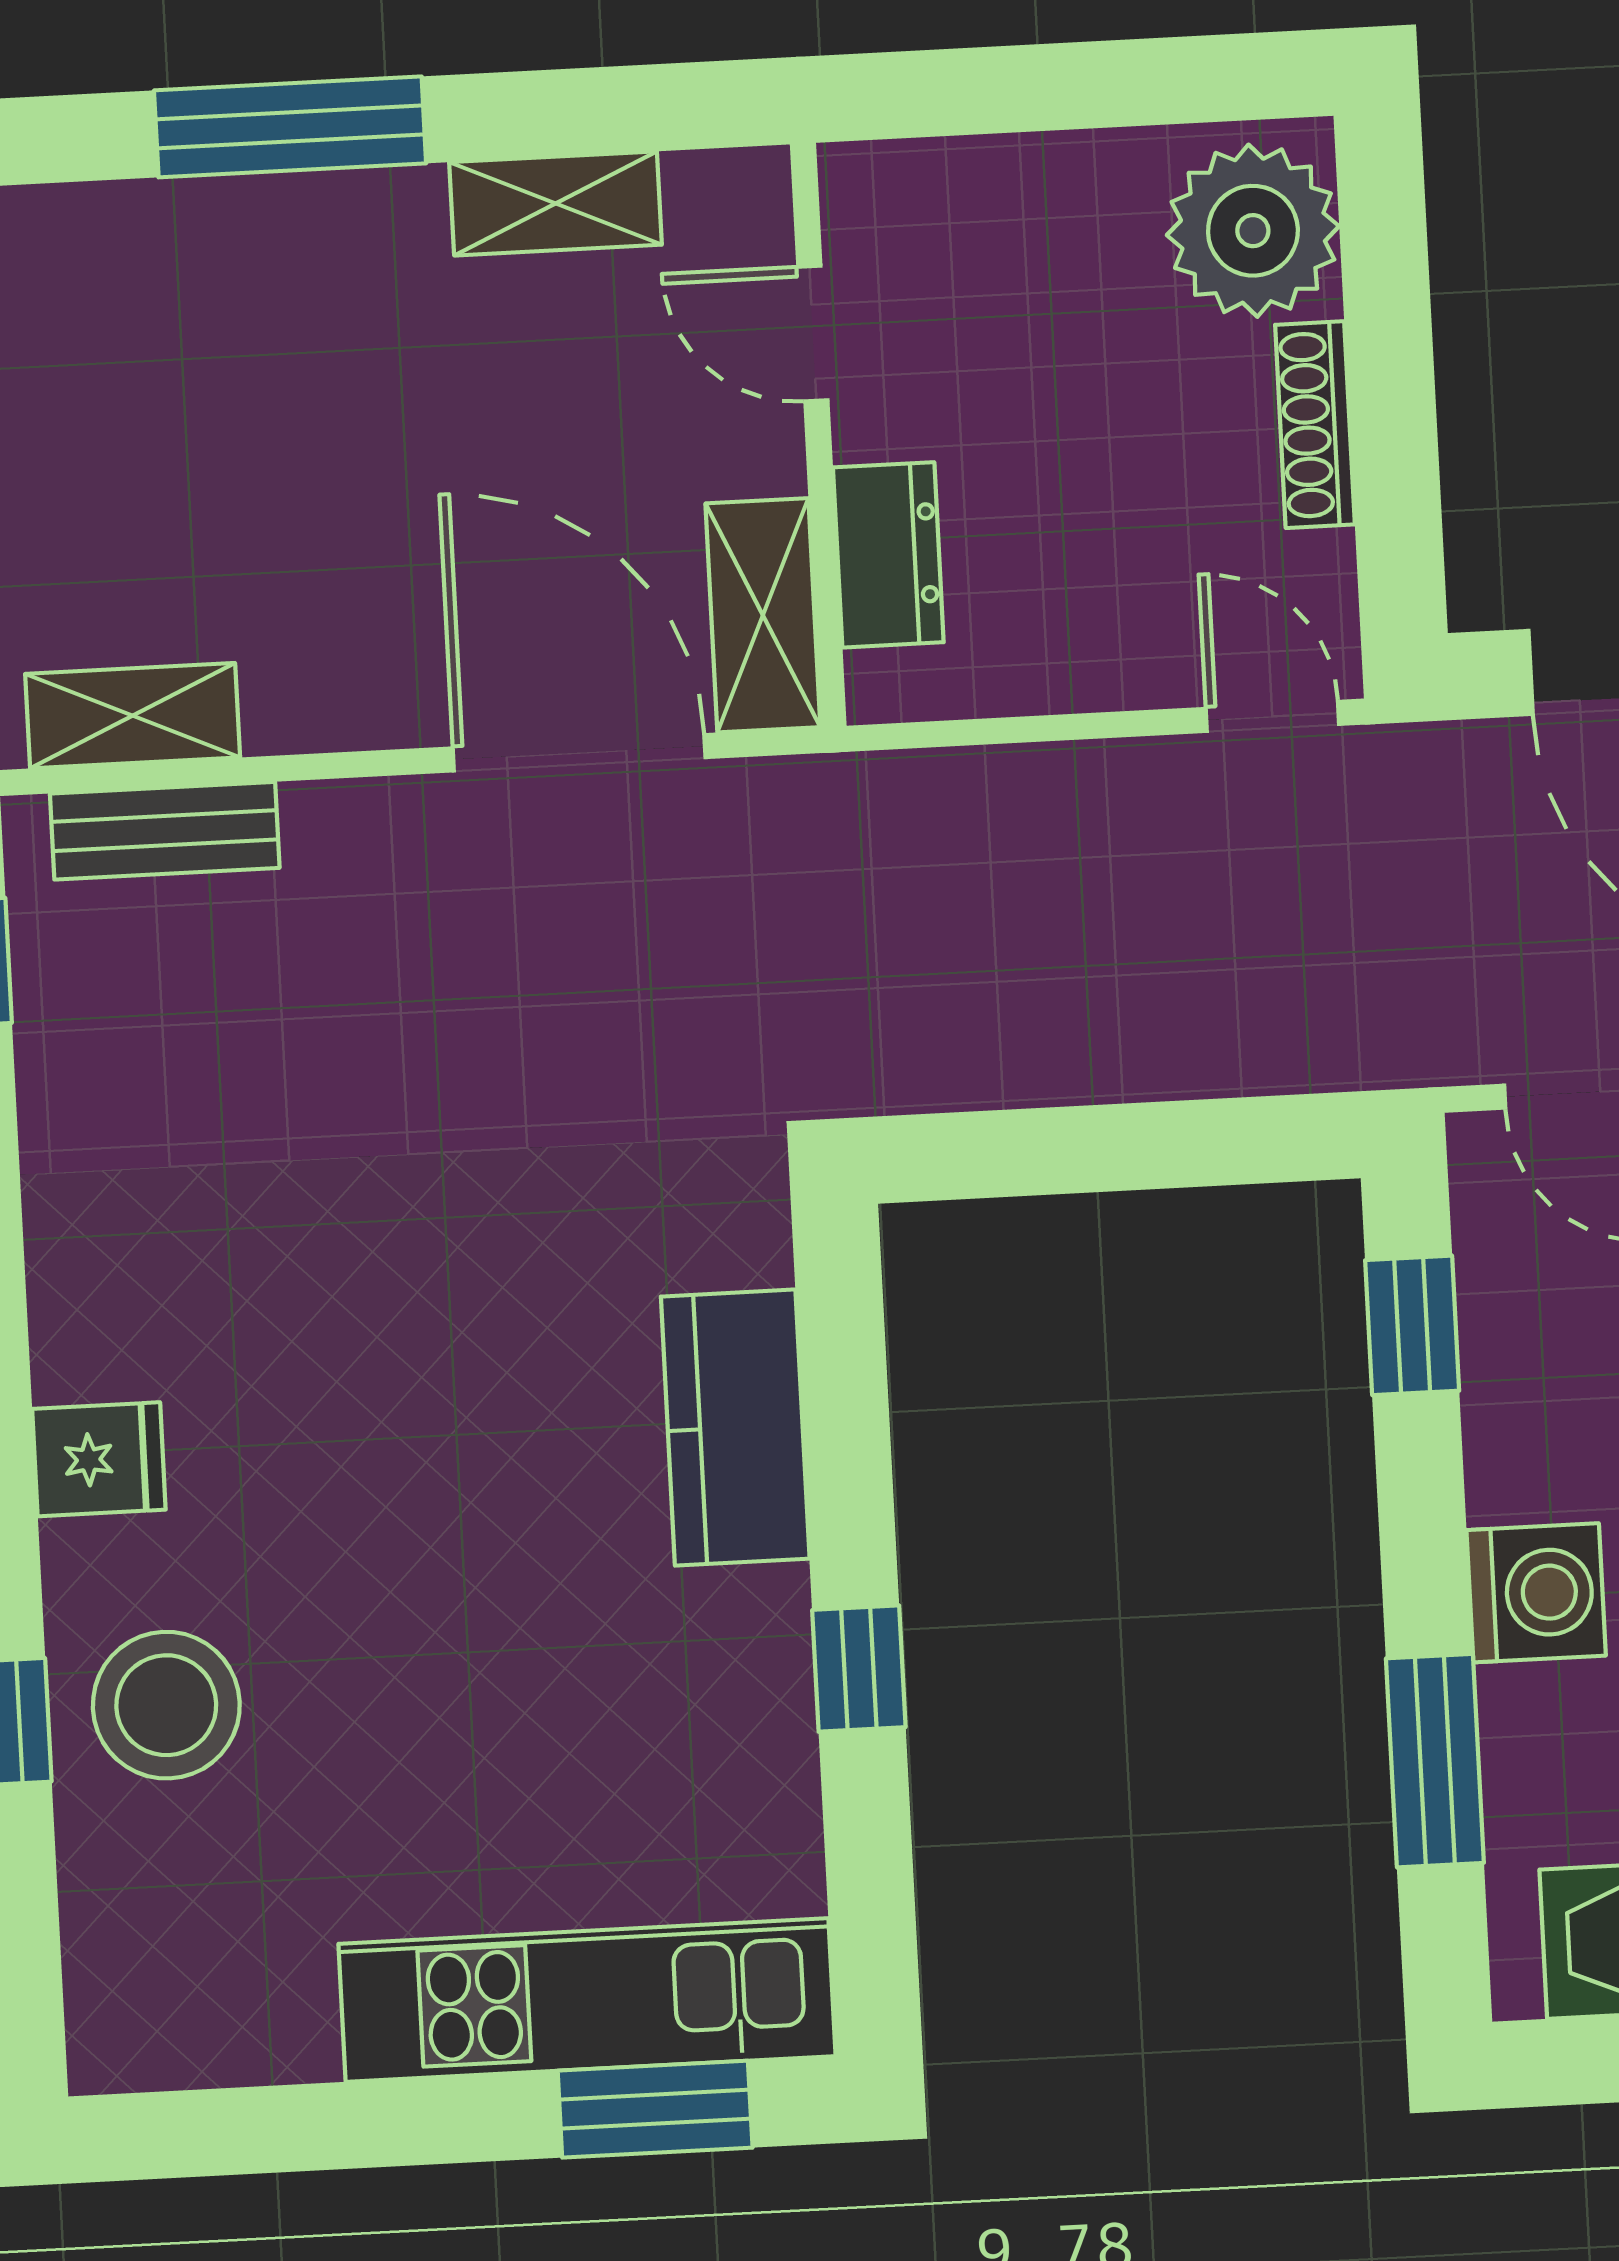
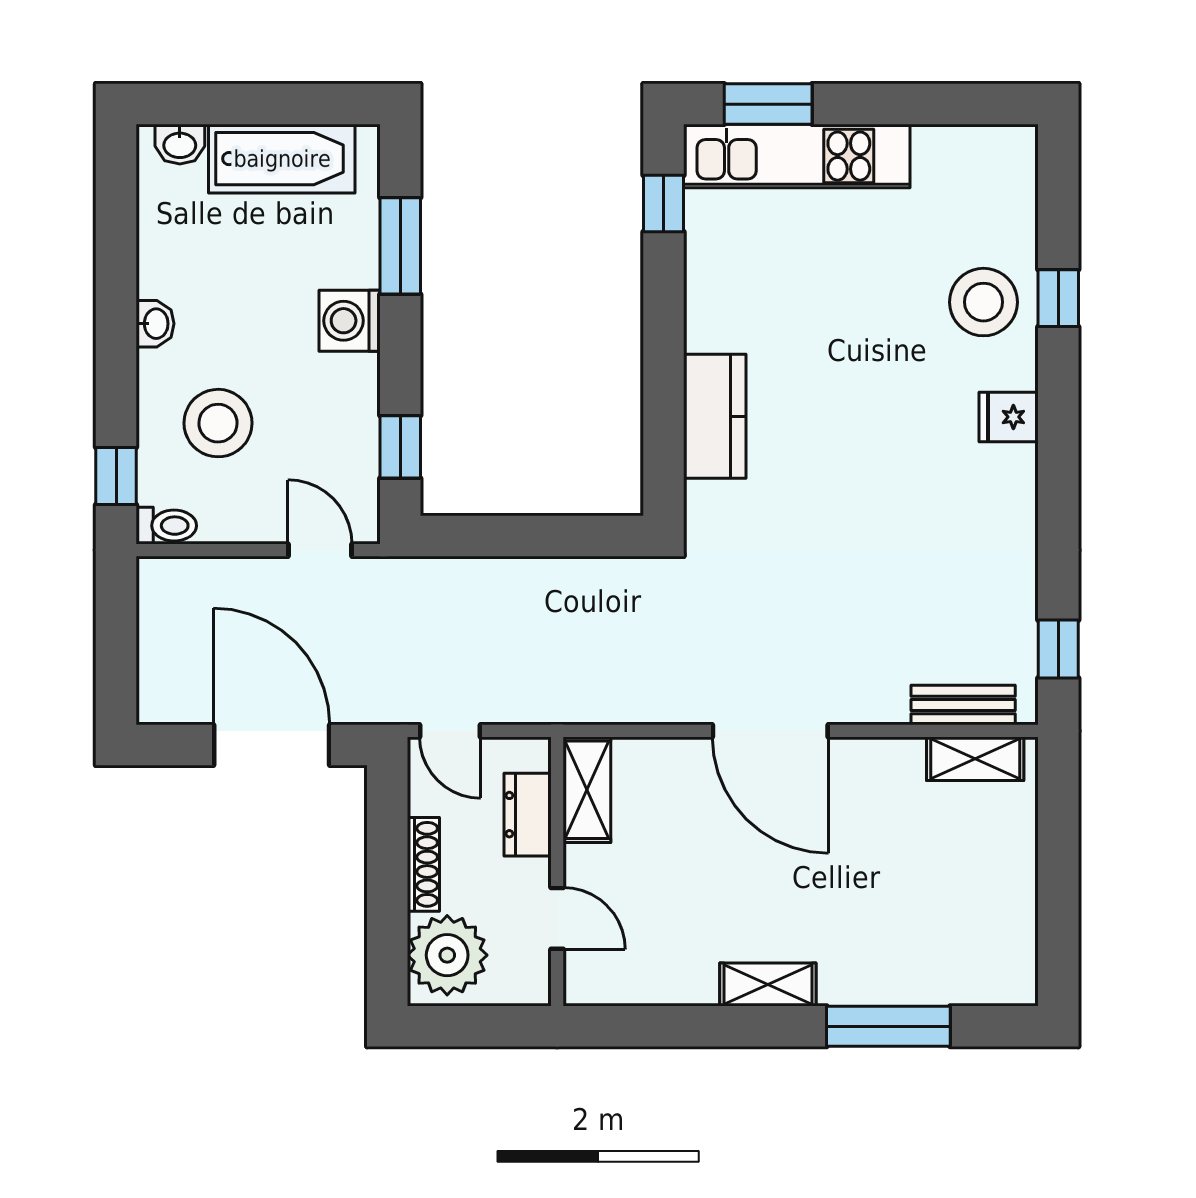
door: (813, 333) -> (557, 918), moved
wall: (818, 435) -> (557, 872), moved
dresser: (888, 555) -> (528, 815), moved
shelving: (763, 615) -> (587, 790), moved
window: (859, 1669) -> (664, 203), moved

